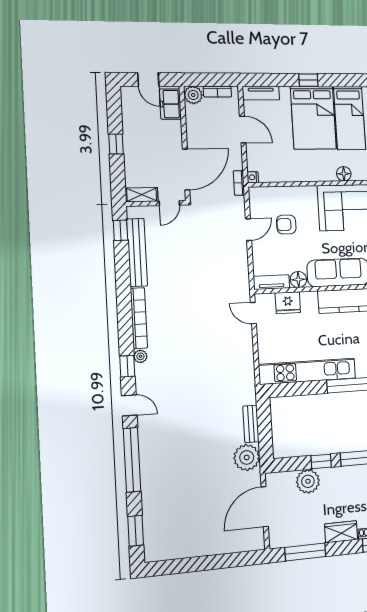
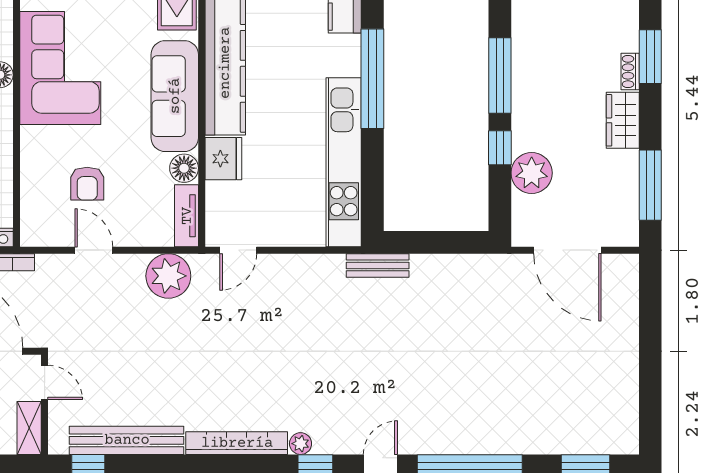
fridge: (288, 303) -> (223, 159), moved
bench: (251, 424) -> (378, 265), moved
plant: (247, 457) -> (168, 276), moved

